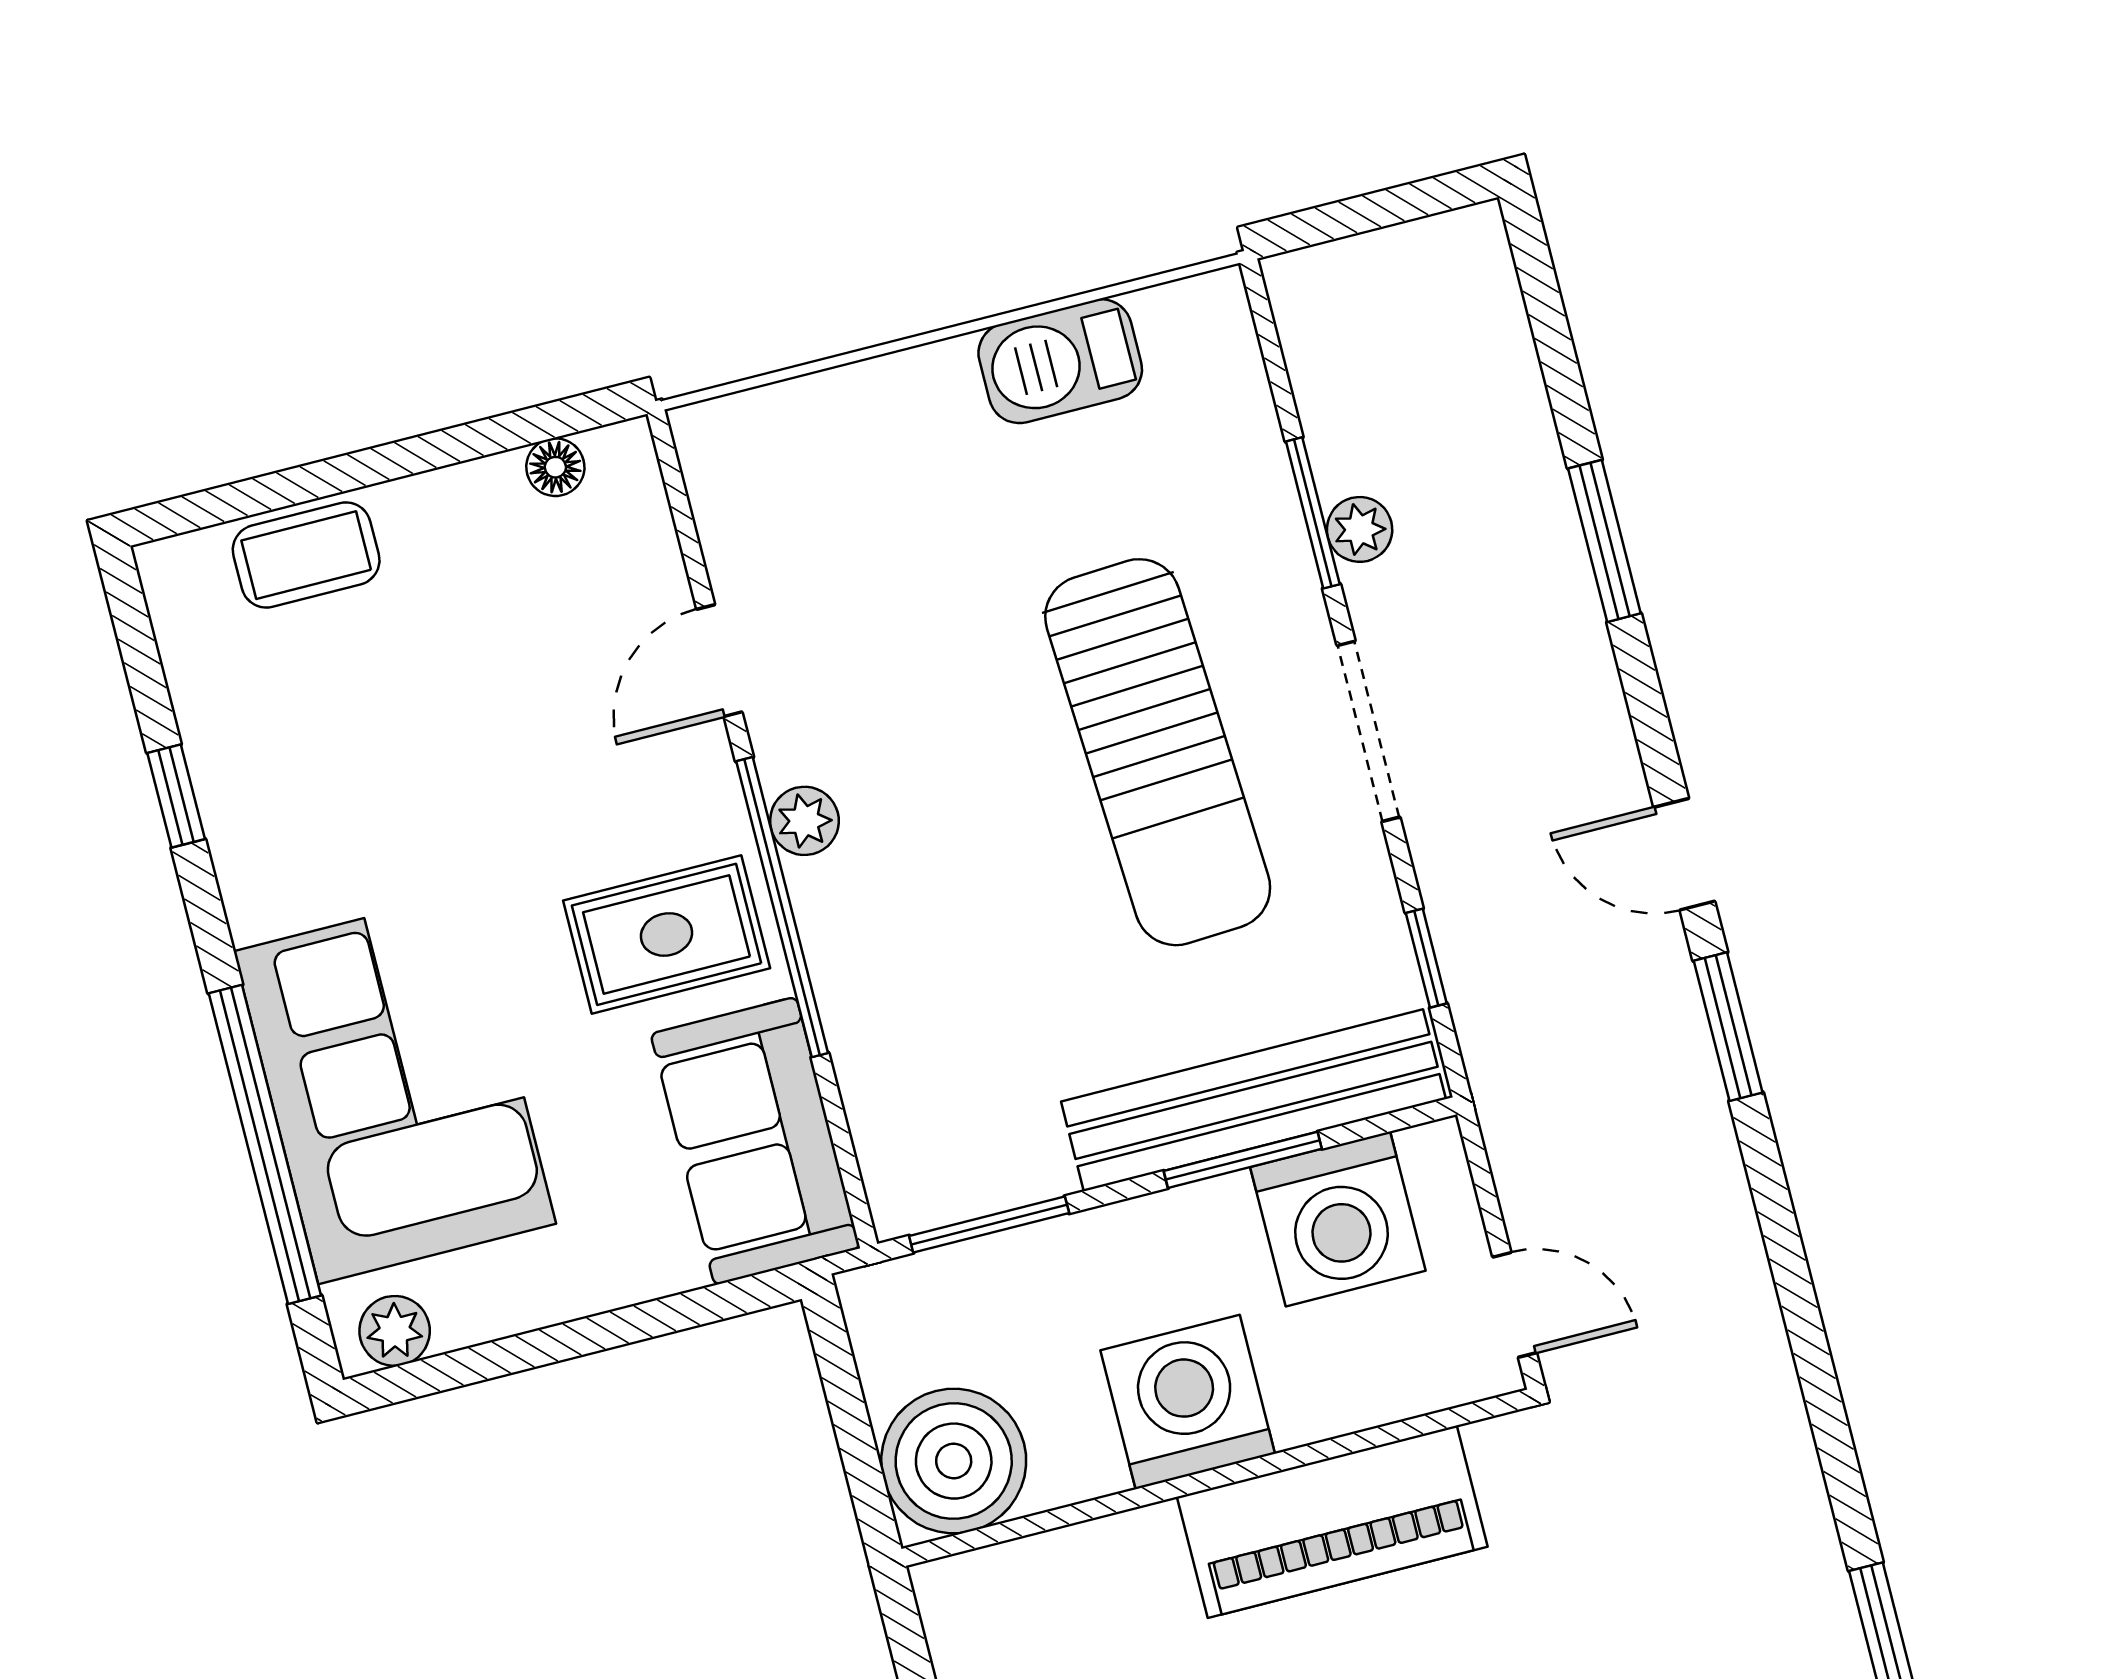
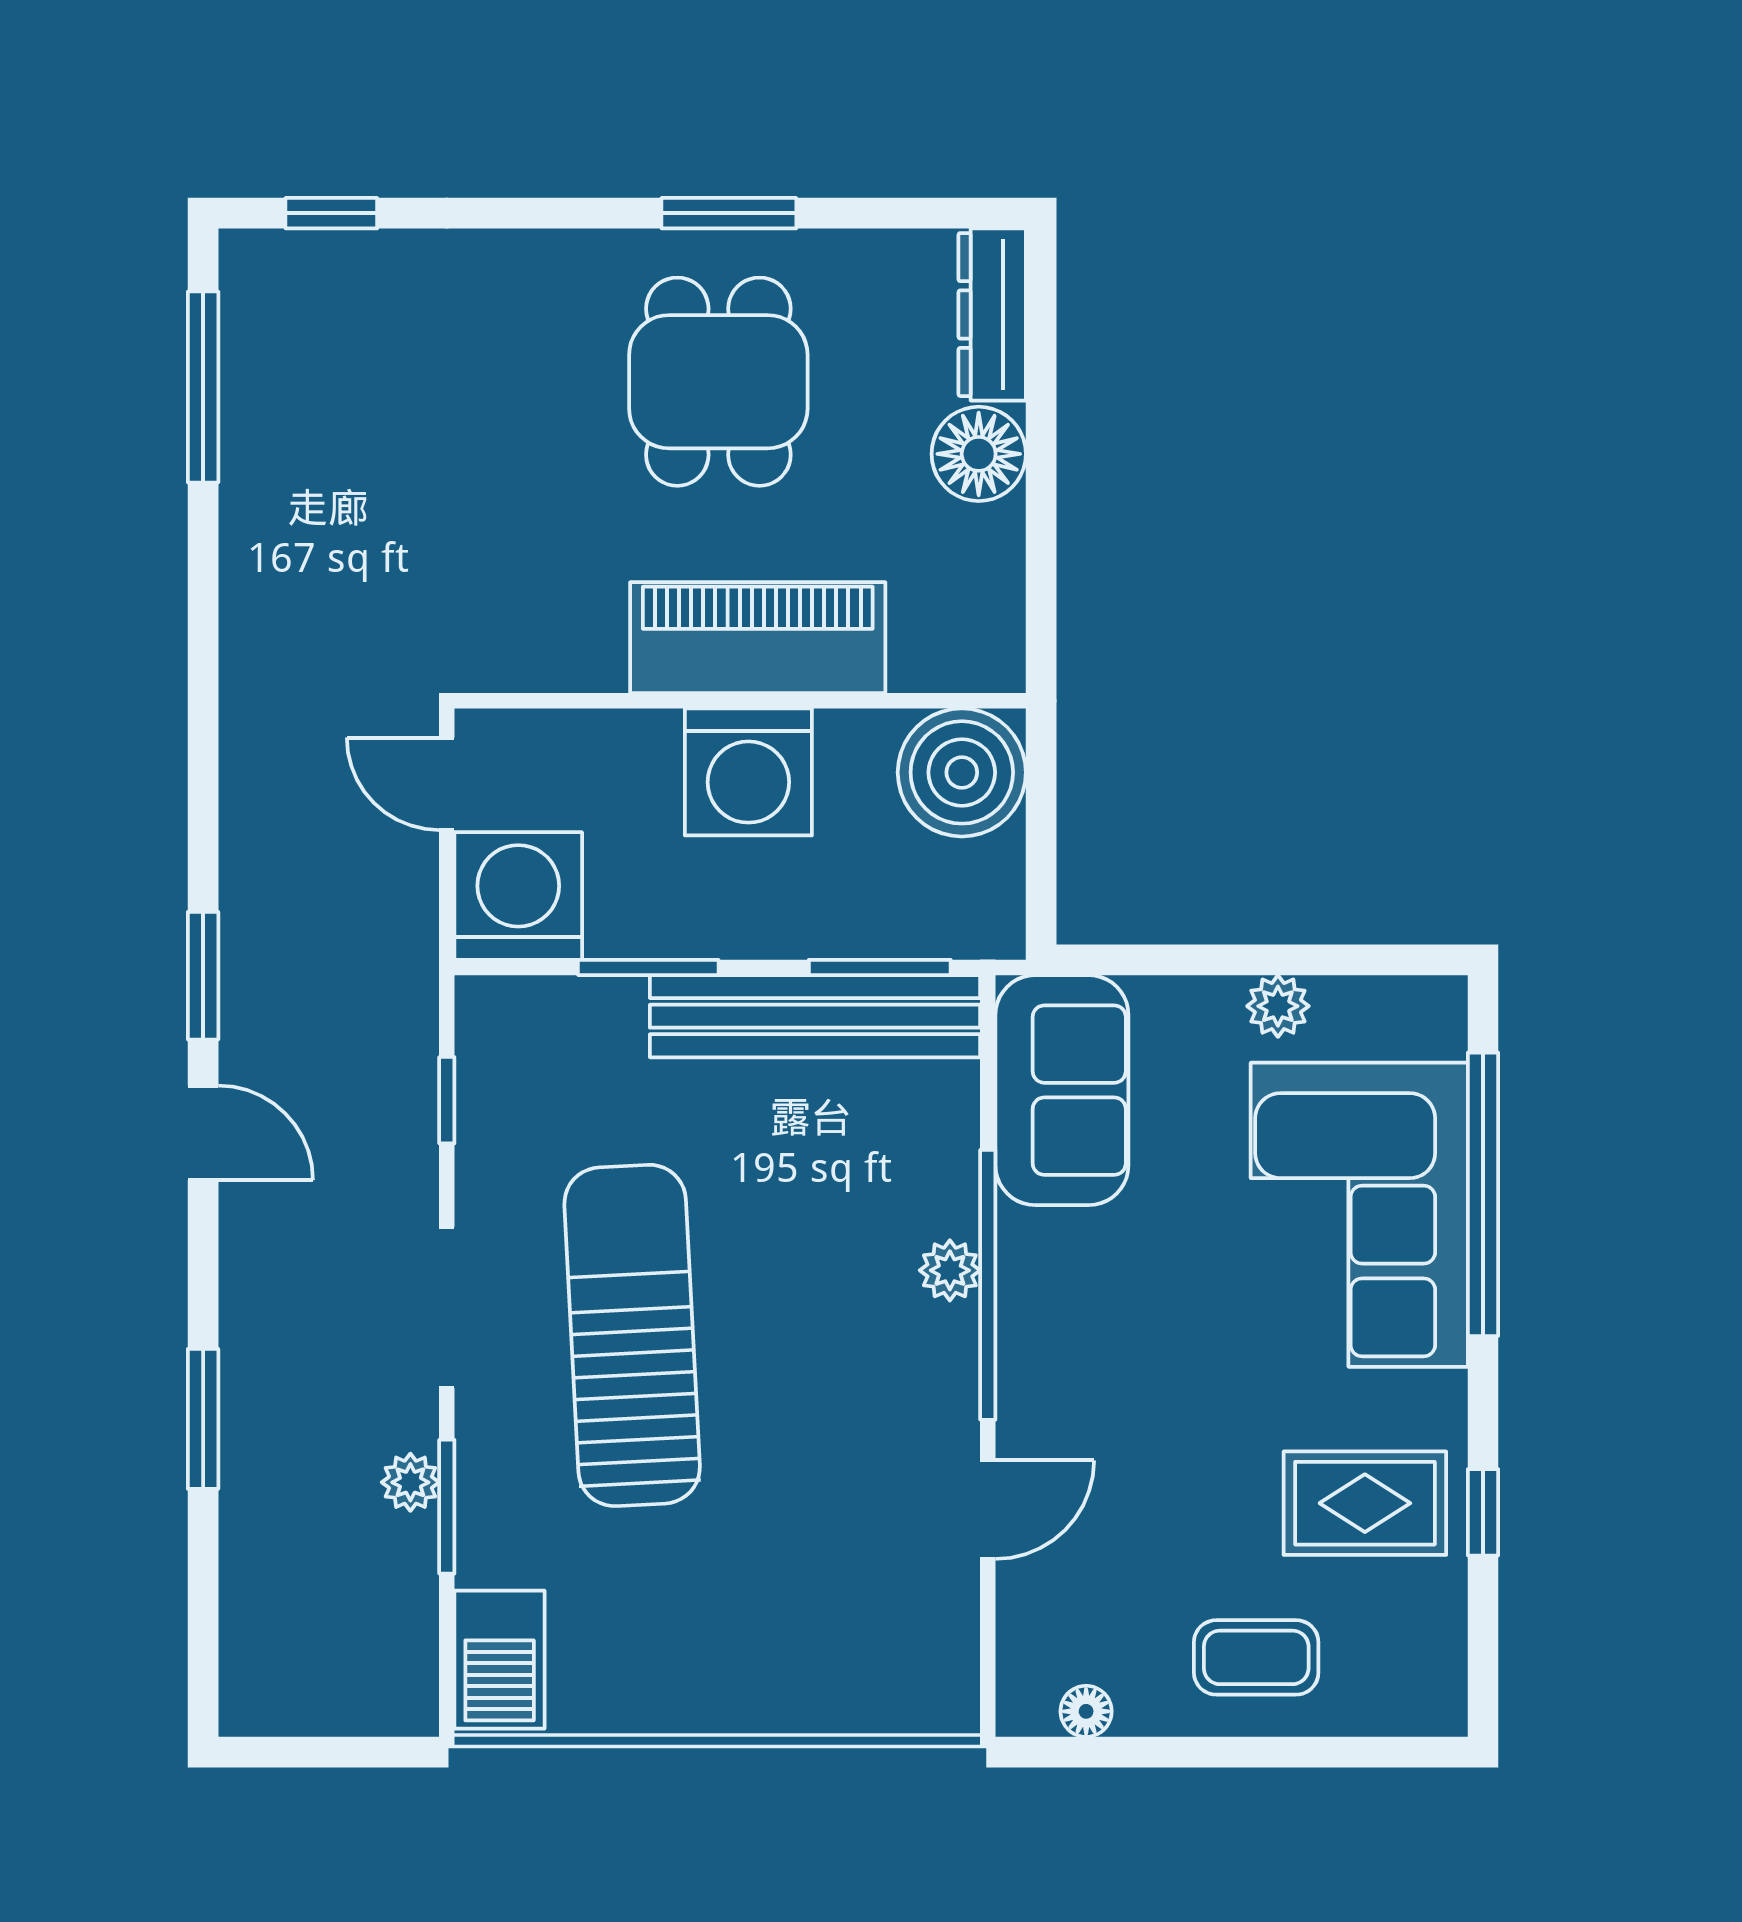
barbecue: (1060, 361) -> (500, 1660), moved, turned 90
coffee table: (306, 555) -> (1256, 1657), moved
plant: (804, 821) -> (950, 1270), moved
rug: (667, 934) -> (1365, 1503), moved
bench: (1253, 1100) -> (815, 1016), moved
washing machine: (1338, 1219) -> (518, 896), moved
plant: (395, 1331) -> (1278, 1006), moved
piano: (1332, 1522) -> (758, 638), moved

